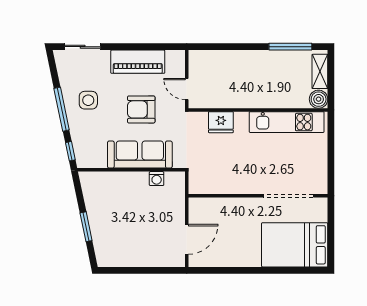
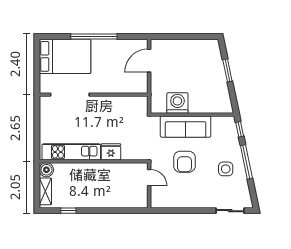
window: (290, 47) -> (68, 211), width x0.46
piano: (138, 62) -> (187, 199), removed
armchair: (141, 109) -> (184, 162), turned 90
fridge: (221, 122) -> (111, 152), moved
washing machine: (157, 179) -> (177, 103), width x1.89, depth x1.89
window: (258, 270) -> (94, 37), added

